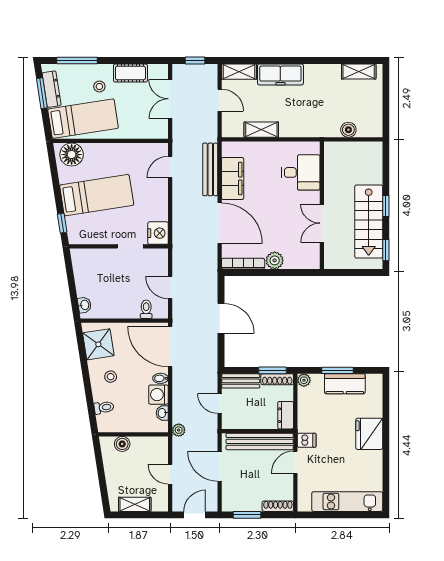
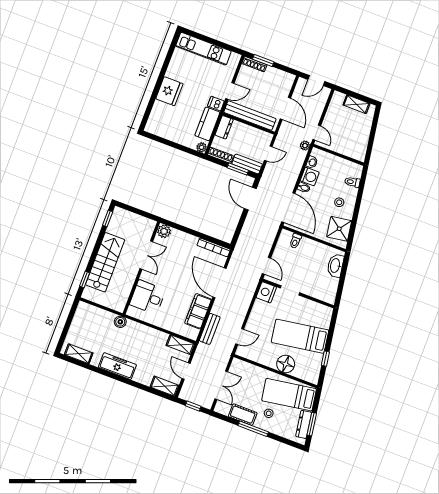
window: (77, 61) -> (253, 429), moved
freezer: (280, 74) -> (117, 366), moved
shelving: (261, 130) -> (180, 345), moved
boiler: (348, 130) -> (120, 322), moved
floor lamp: (72, 155) -> (286, 364), moved
bench: (210, 169) -> (210, 329), width x0.73
window: (386, 206) -> (85, 280), moved
stairs: (369, 222) -> (105, 262), moved
window: (62, 223) -> (325, 359), moved
plant: (275, 260) -> (164, 231), moved
door: (170, 288) -> (266, 266), moved
washbasin: (84, 305) -> (335, 266), width x1.91, depth x1.45
door: (221, 318) -> (250, 199), moved
window: (273, 370) -> (238, 169), moved
window: (337, 370) -> (175, 145), removed
kitchen counter: (345, 384) -> (207, 124), moved, turned -90
door: (220, 404) -> (268, 153), hinge flipped
boiler: (122, 444) -> (349, 151), removed
door: (170, 474) -> (317, 133), moved
window: (247, 515) -> (263, 60), moved

